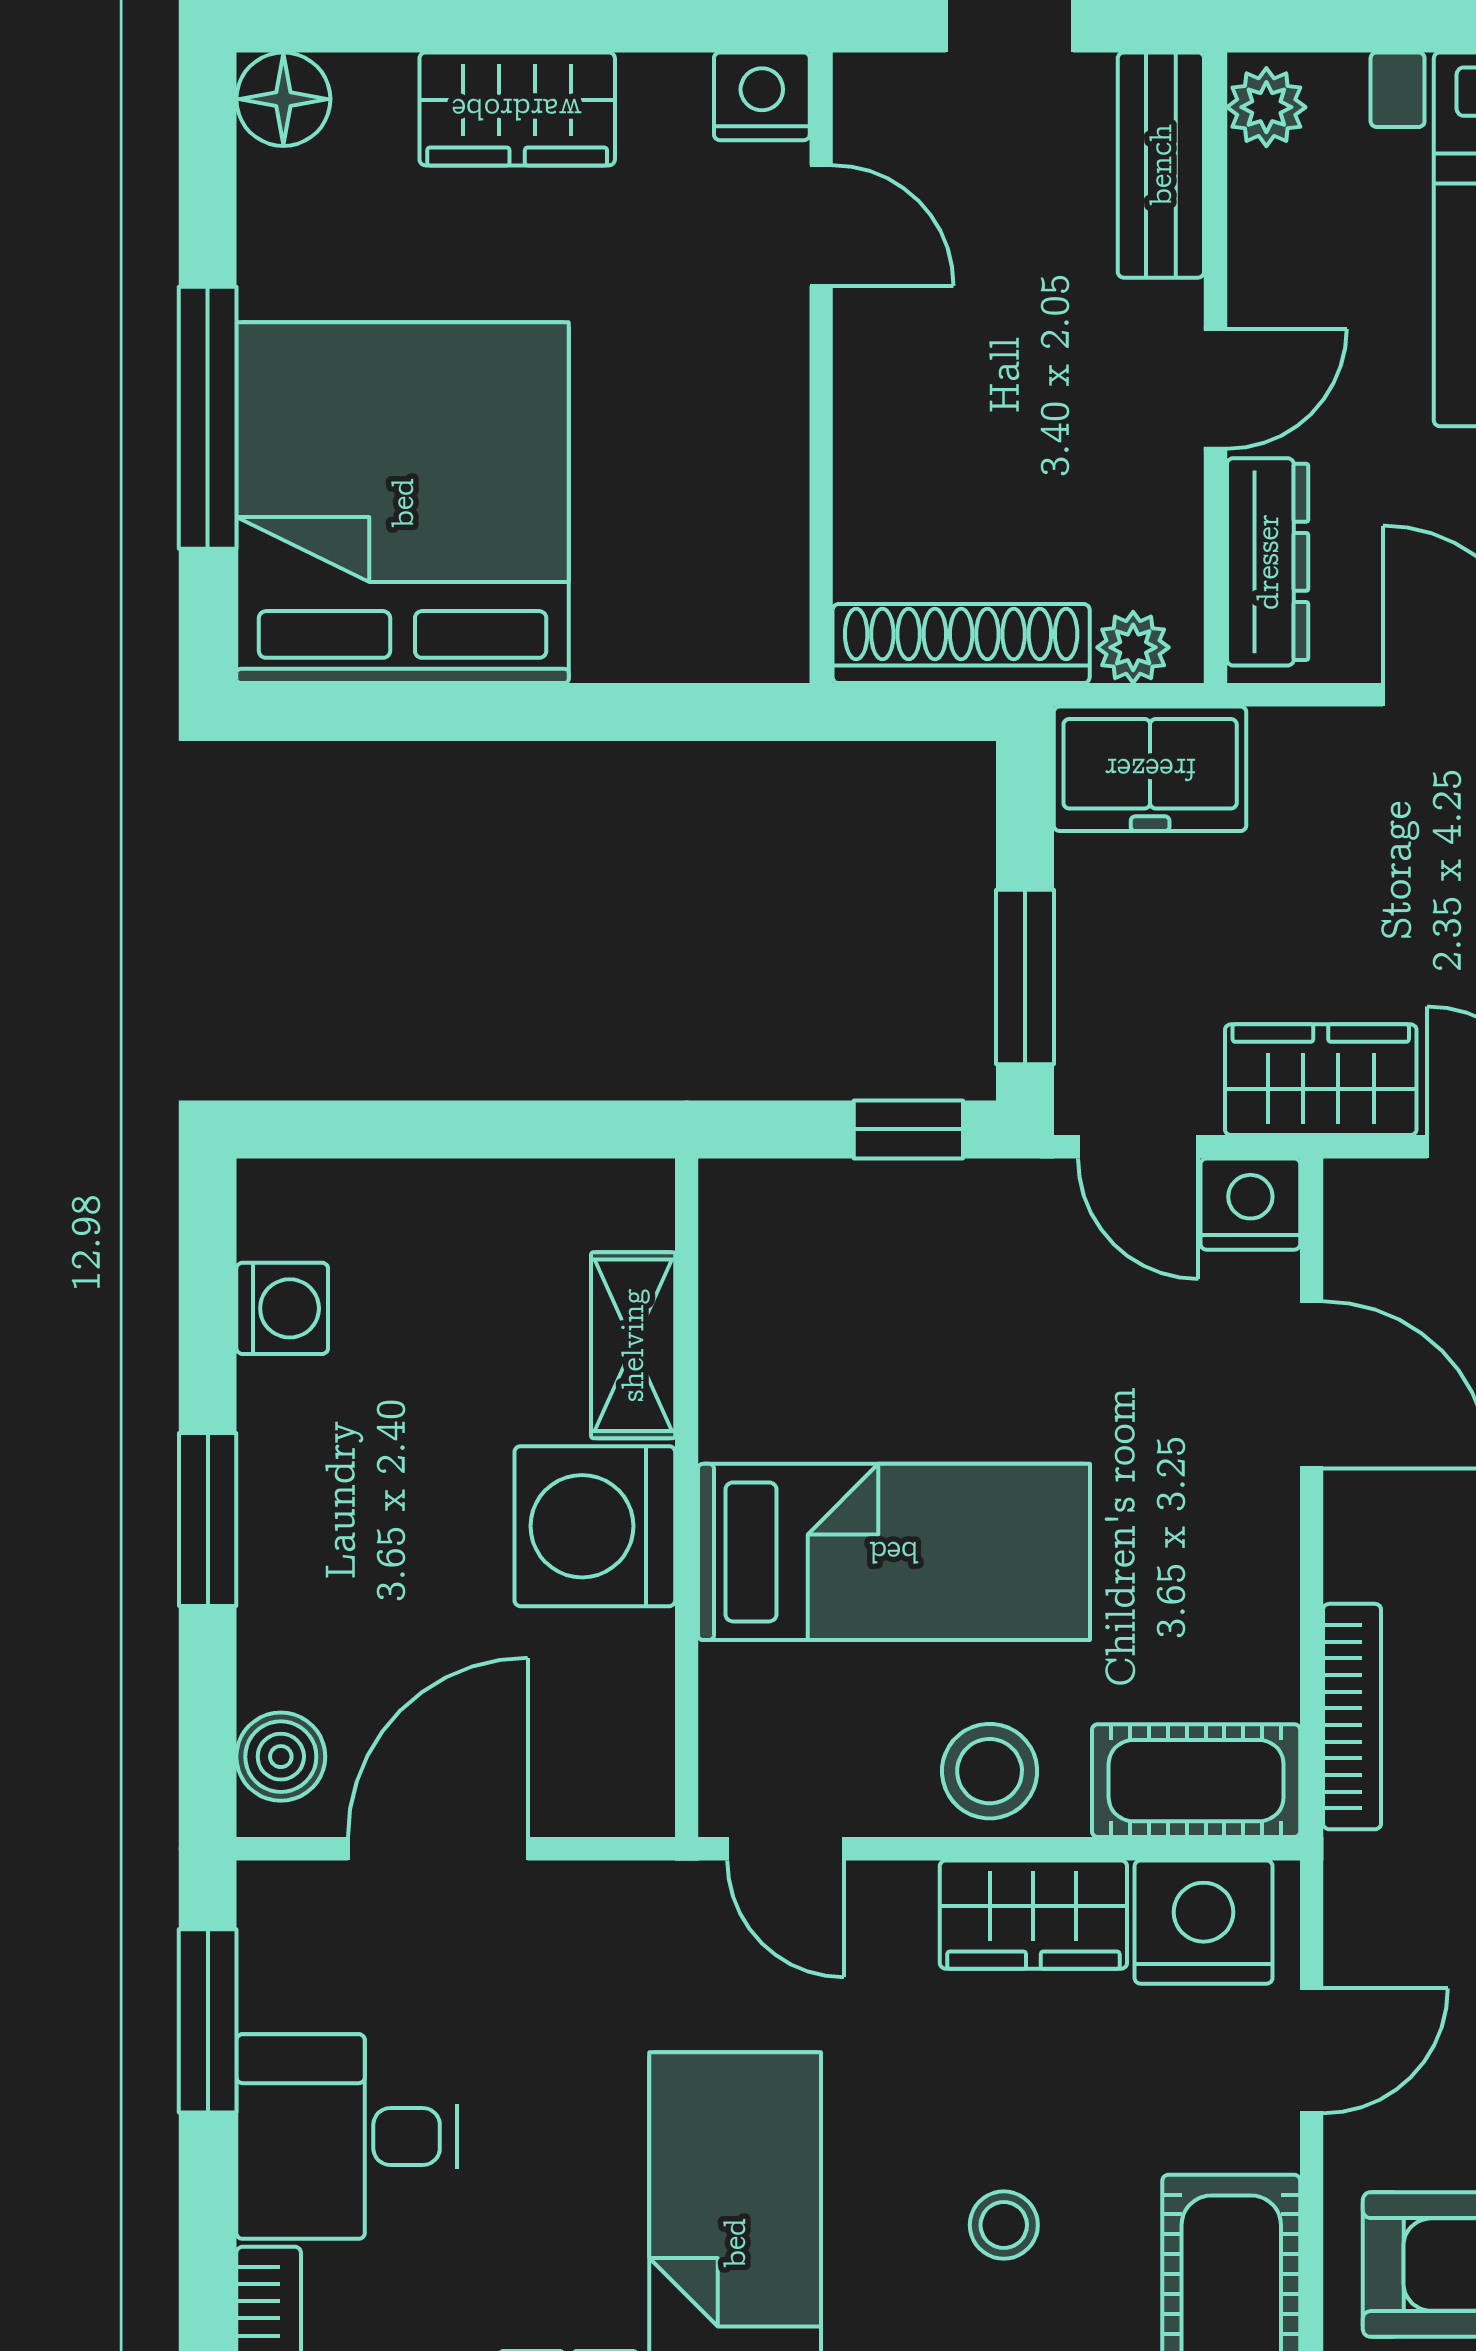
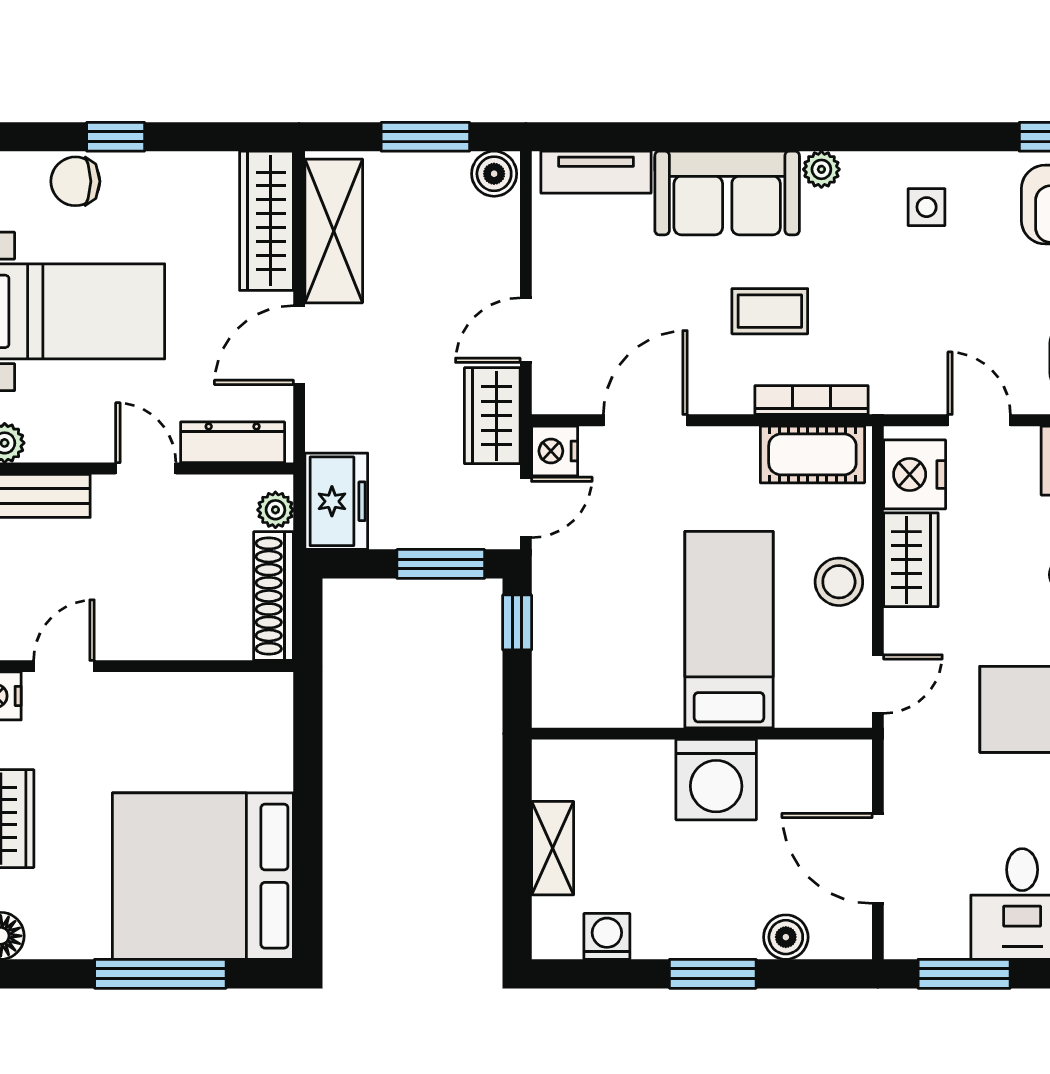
shelving: (633, 1345) -> (553, 848), moved, turned 90
boiler: (281, 1757) -> (786, 937), moved
cot: (1196, 1781) -> (812, 454), moved, turned 90

